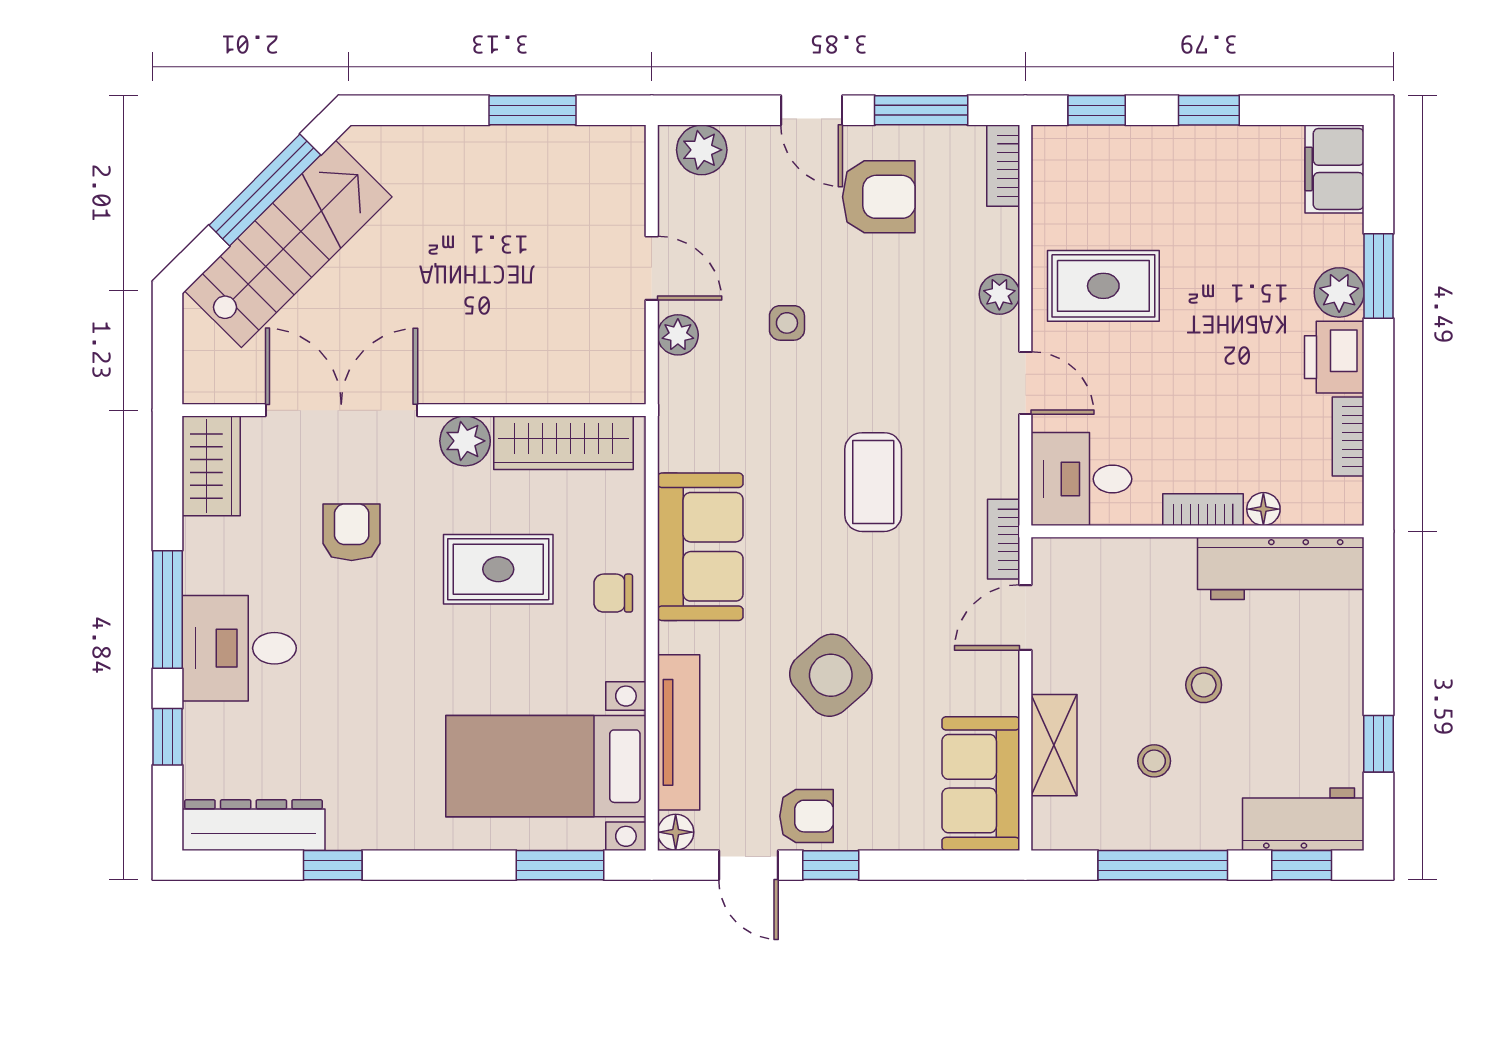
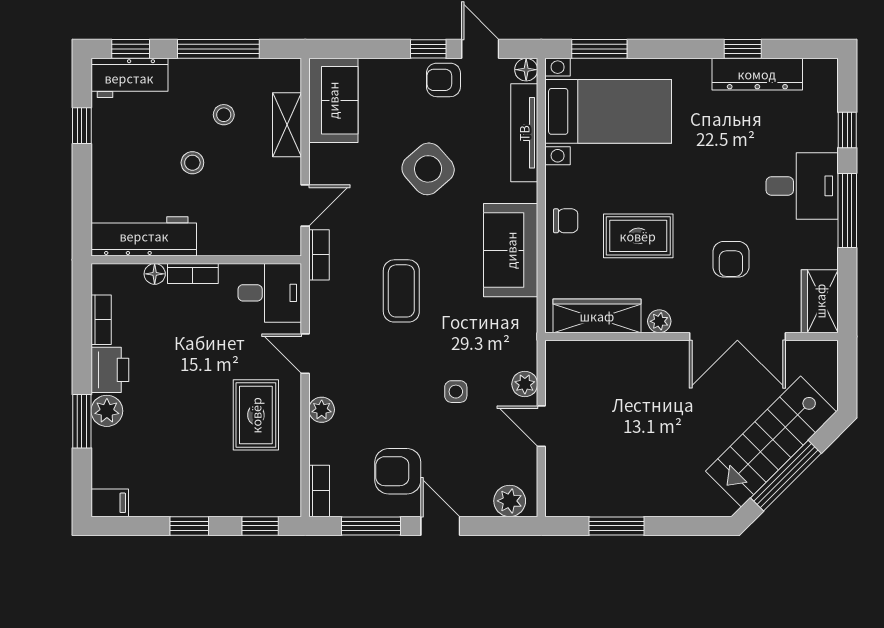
filing cabinet: (1335, 169) -> (110, 503), width x0.50
rug: (1103, 286) -> (256, 415), turned 90
plant: (465, 441) -> (659, 321), width x0.73, depth x0.73
dresser: (253, 825) -> (757, 74), moved

